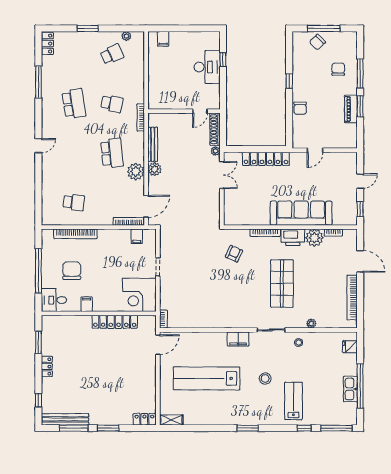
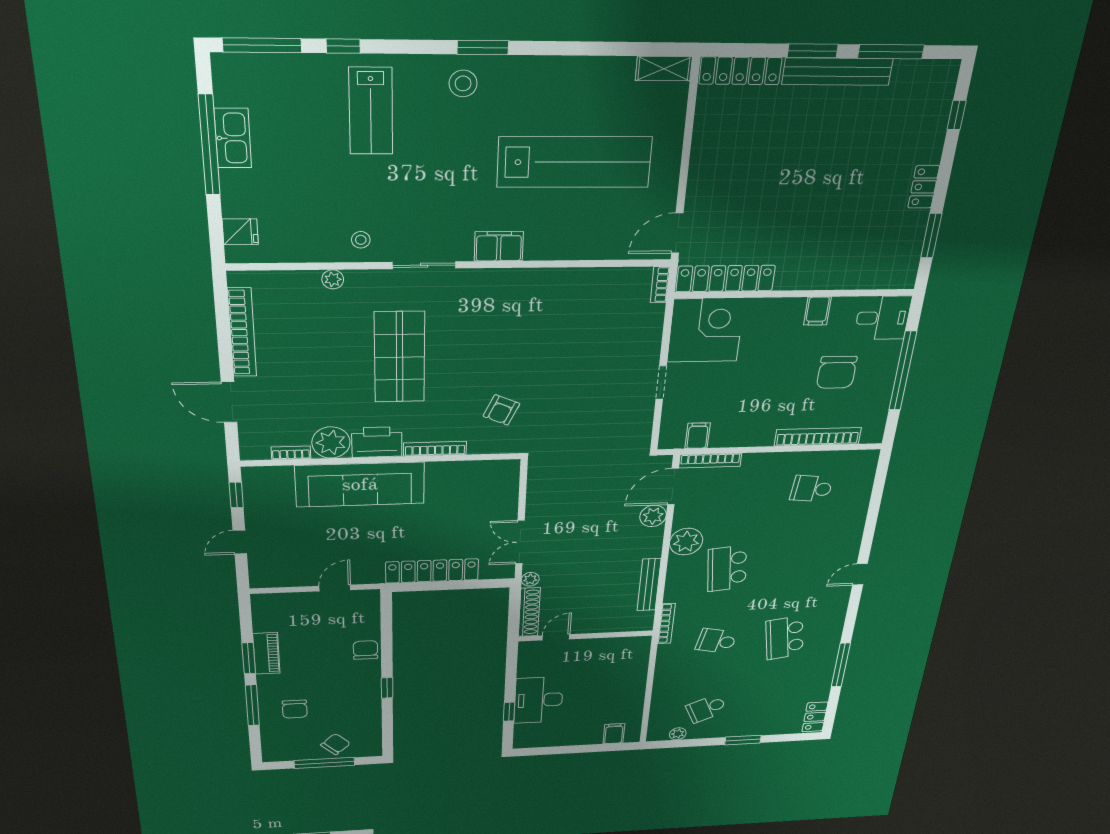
plant: (155, 169) -> (653, 516), moved
locker: (115, 322) -> (726, 278), moved
stool: (265, 378) -> (463, 83), moved
bench: (65, 419) -> (837, 72), moved
locker: (144, 419) -> (740, 71), width x1.53

